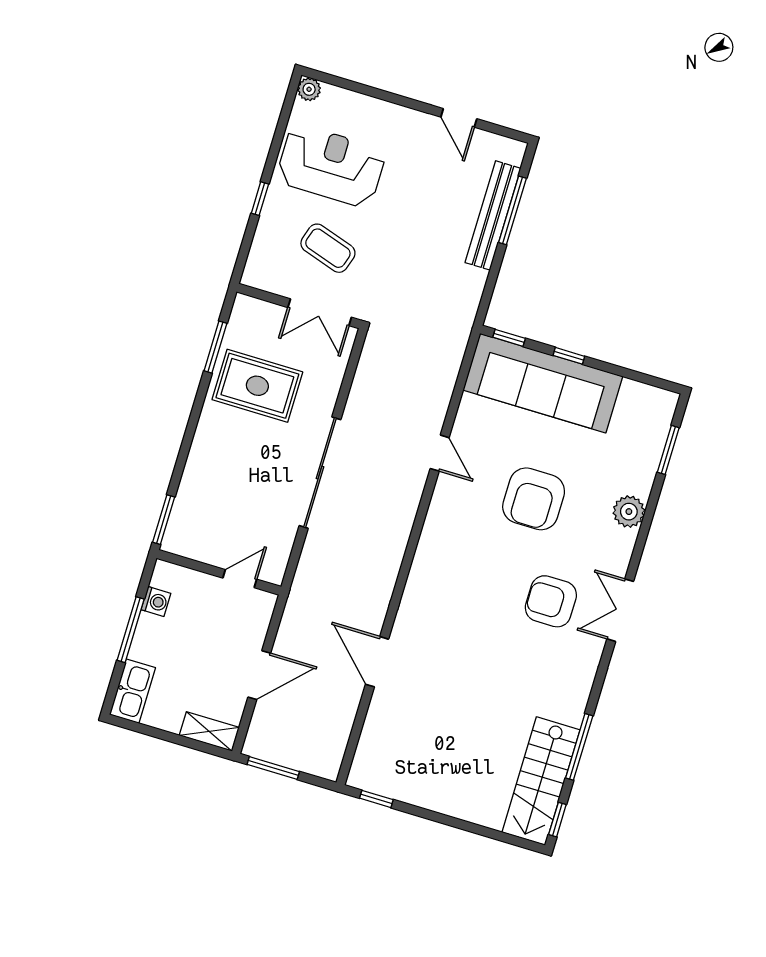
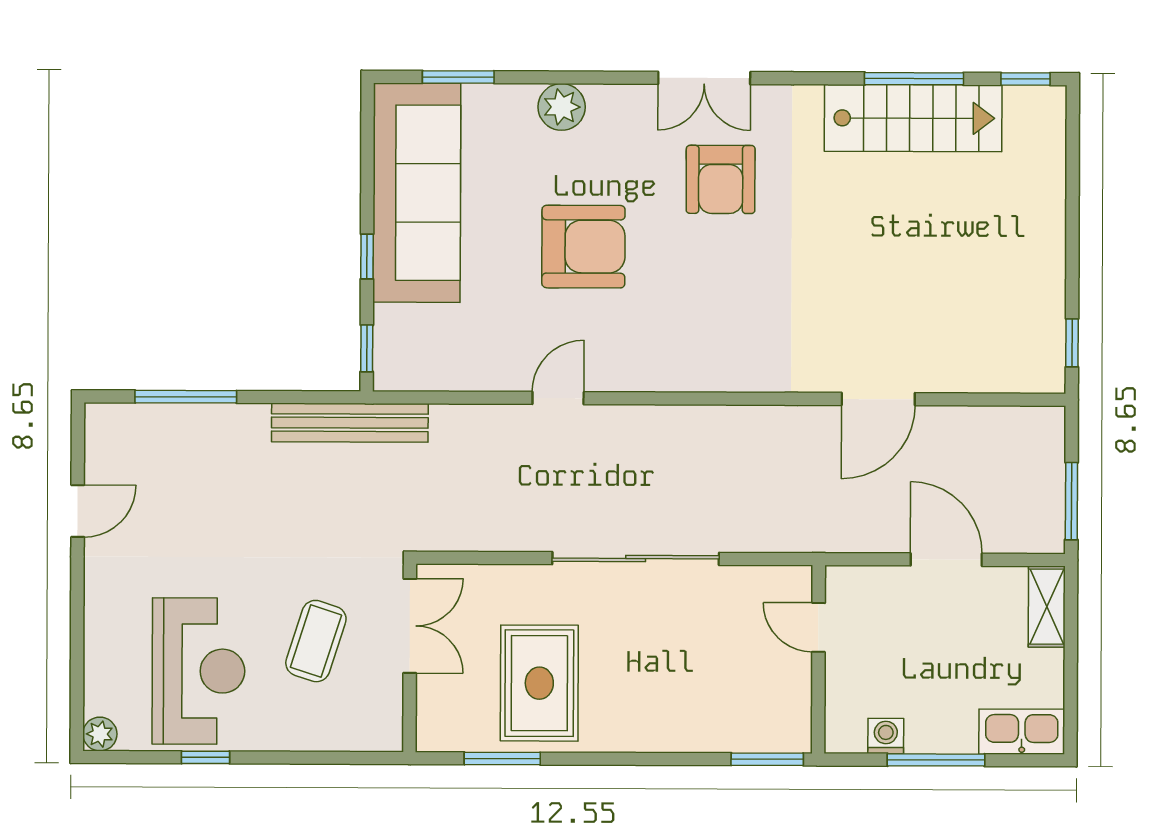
reception desk: (331, 166) -> (198, 671), turned 180
window: (260, 199) -> (206, 757), moved
bench: (493, 215) -> (350, 423), moved
sofa: (543, 383) -> (417, 193), moved
stairs: (541, 781) -> (913, 118), moved

